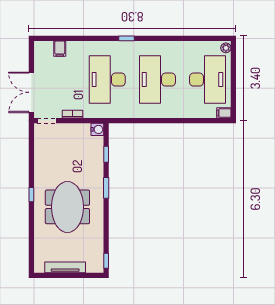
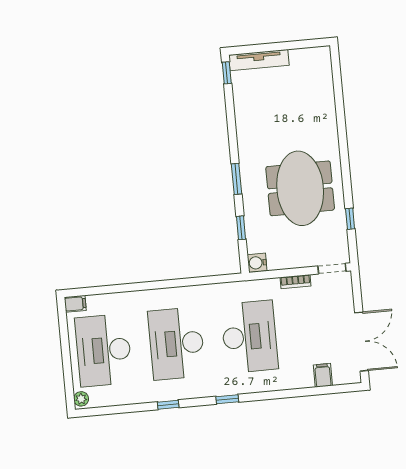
window: (167, 38) -> (168, 405), added
desk: (157, 80) -> (177, 343), turned 180
double door: (31, 92) -> (361, 342), moved
window: (31, 195) -> (350, 219), moved
meeting table: (67, 207) -> (300, 188), moved
tv unit: (65, 267) -> (259, 60), moved

